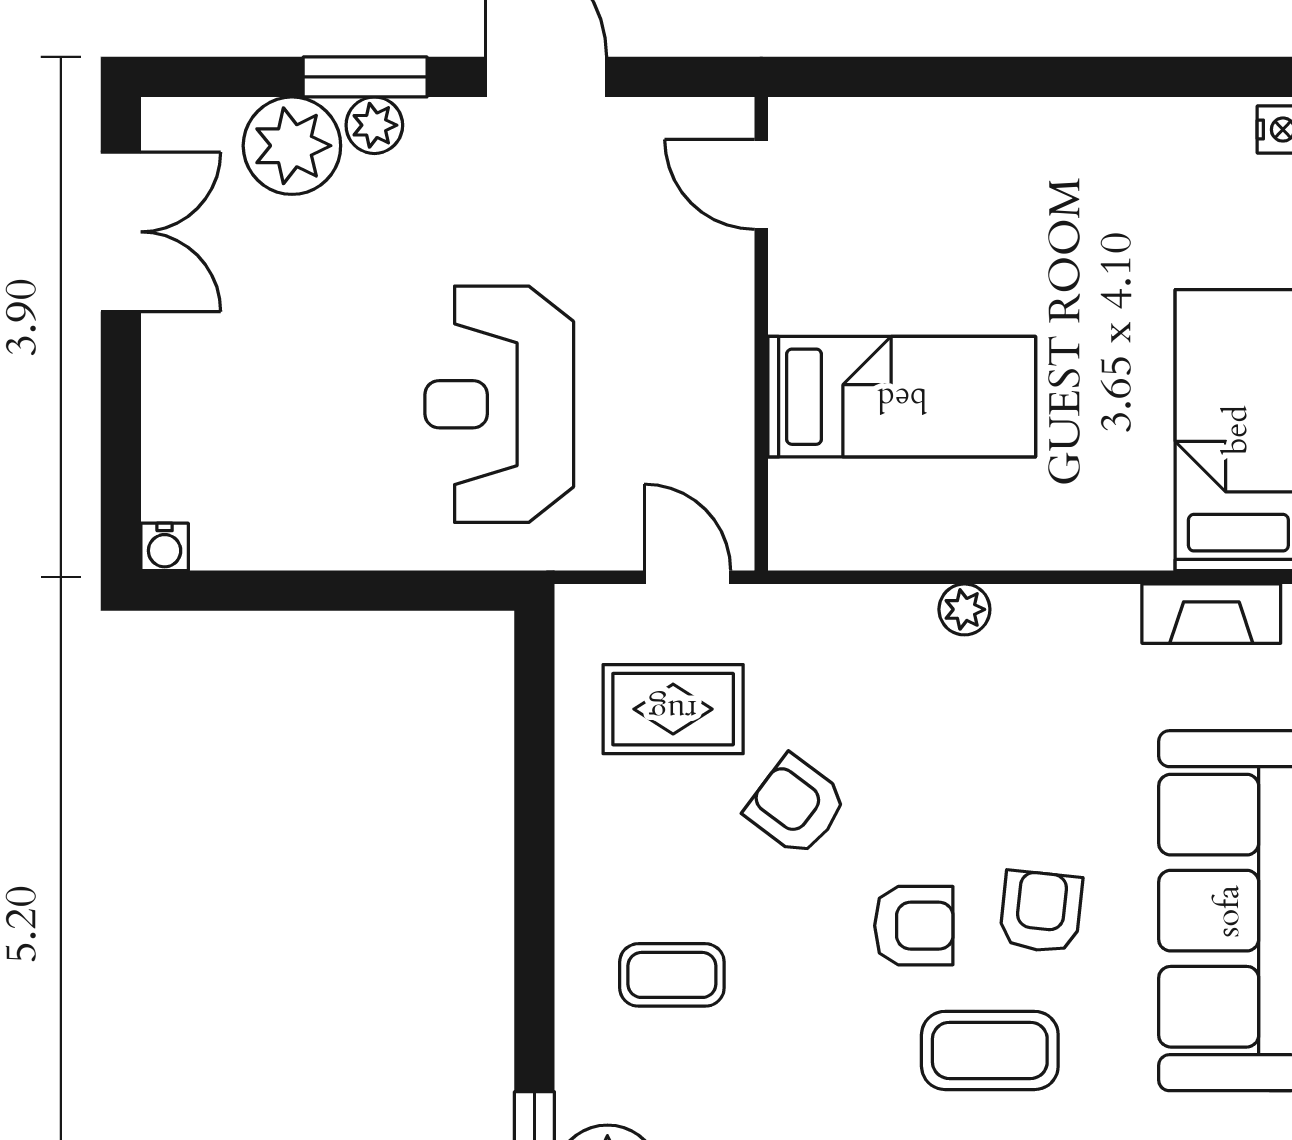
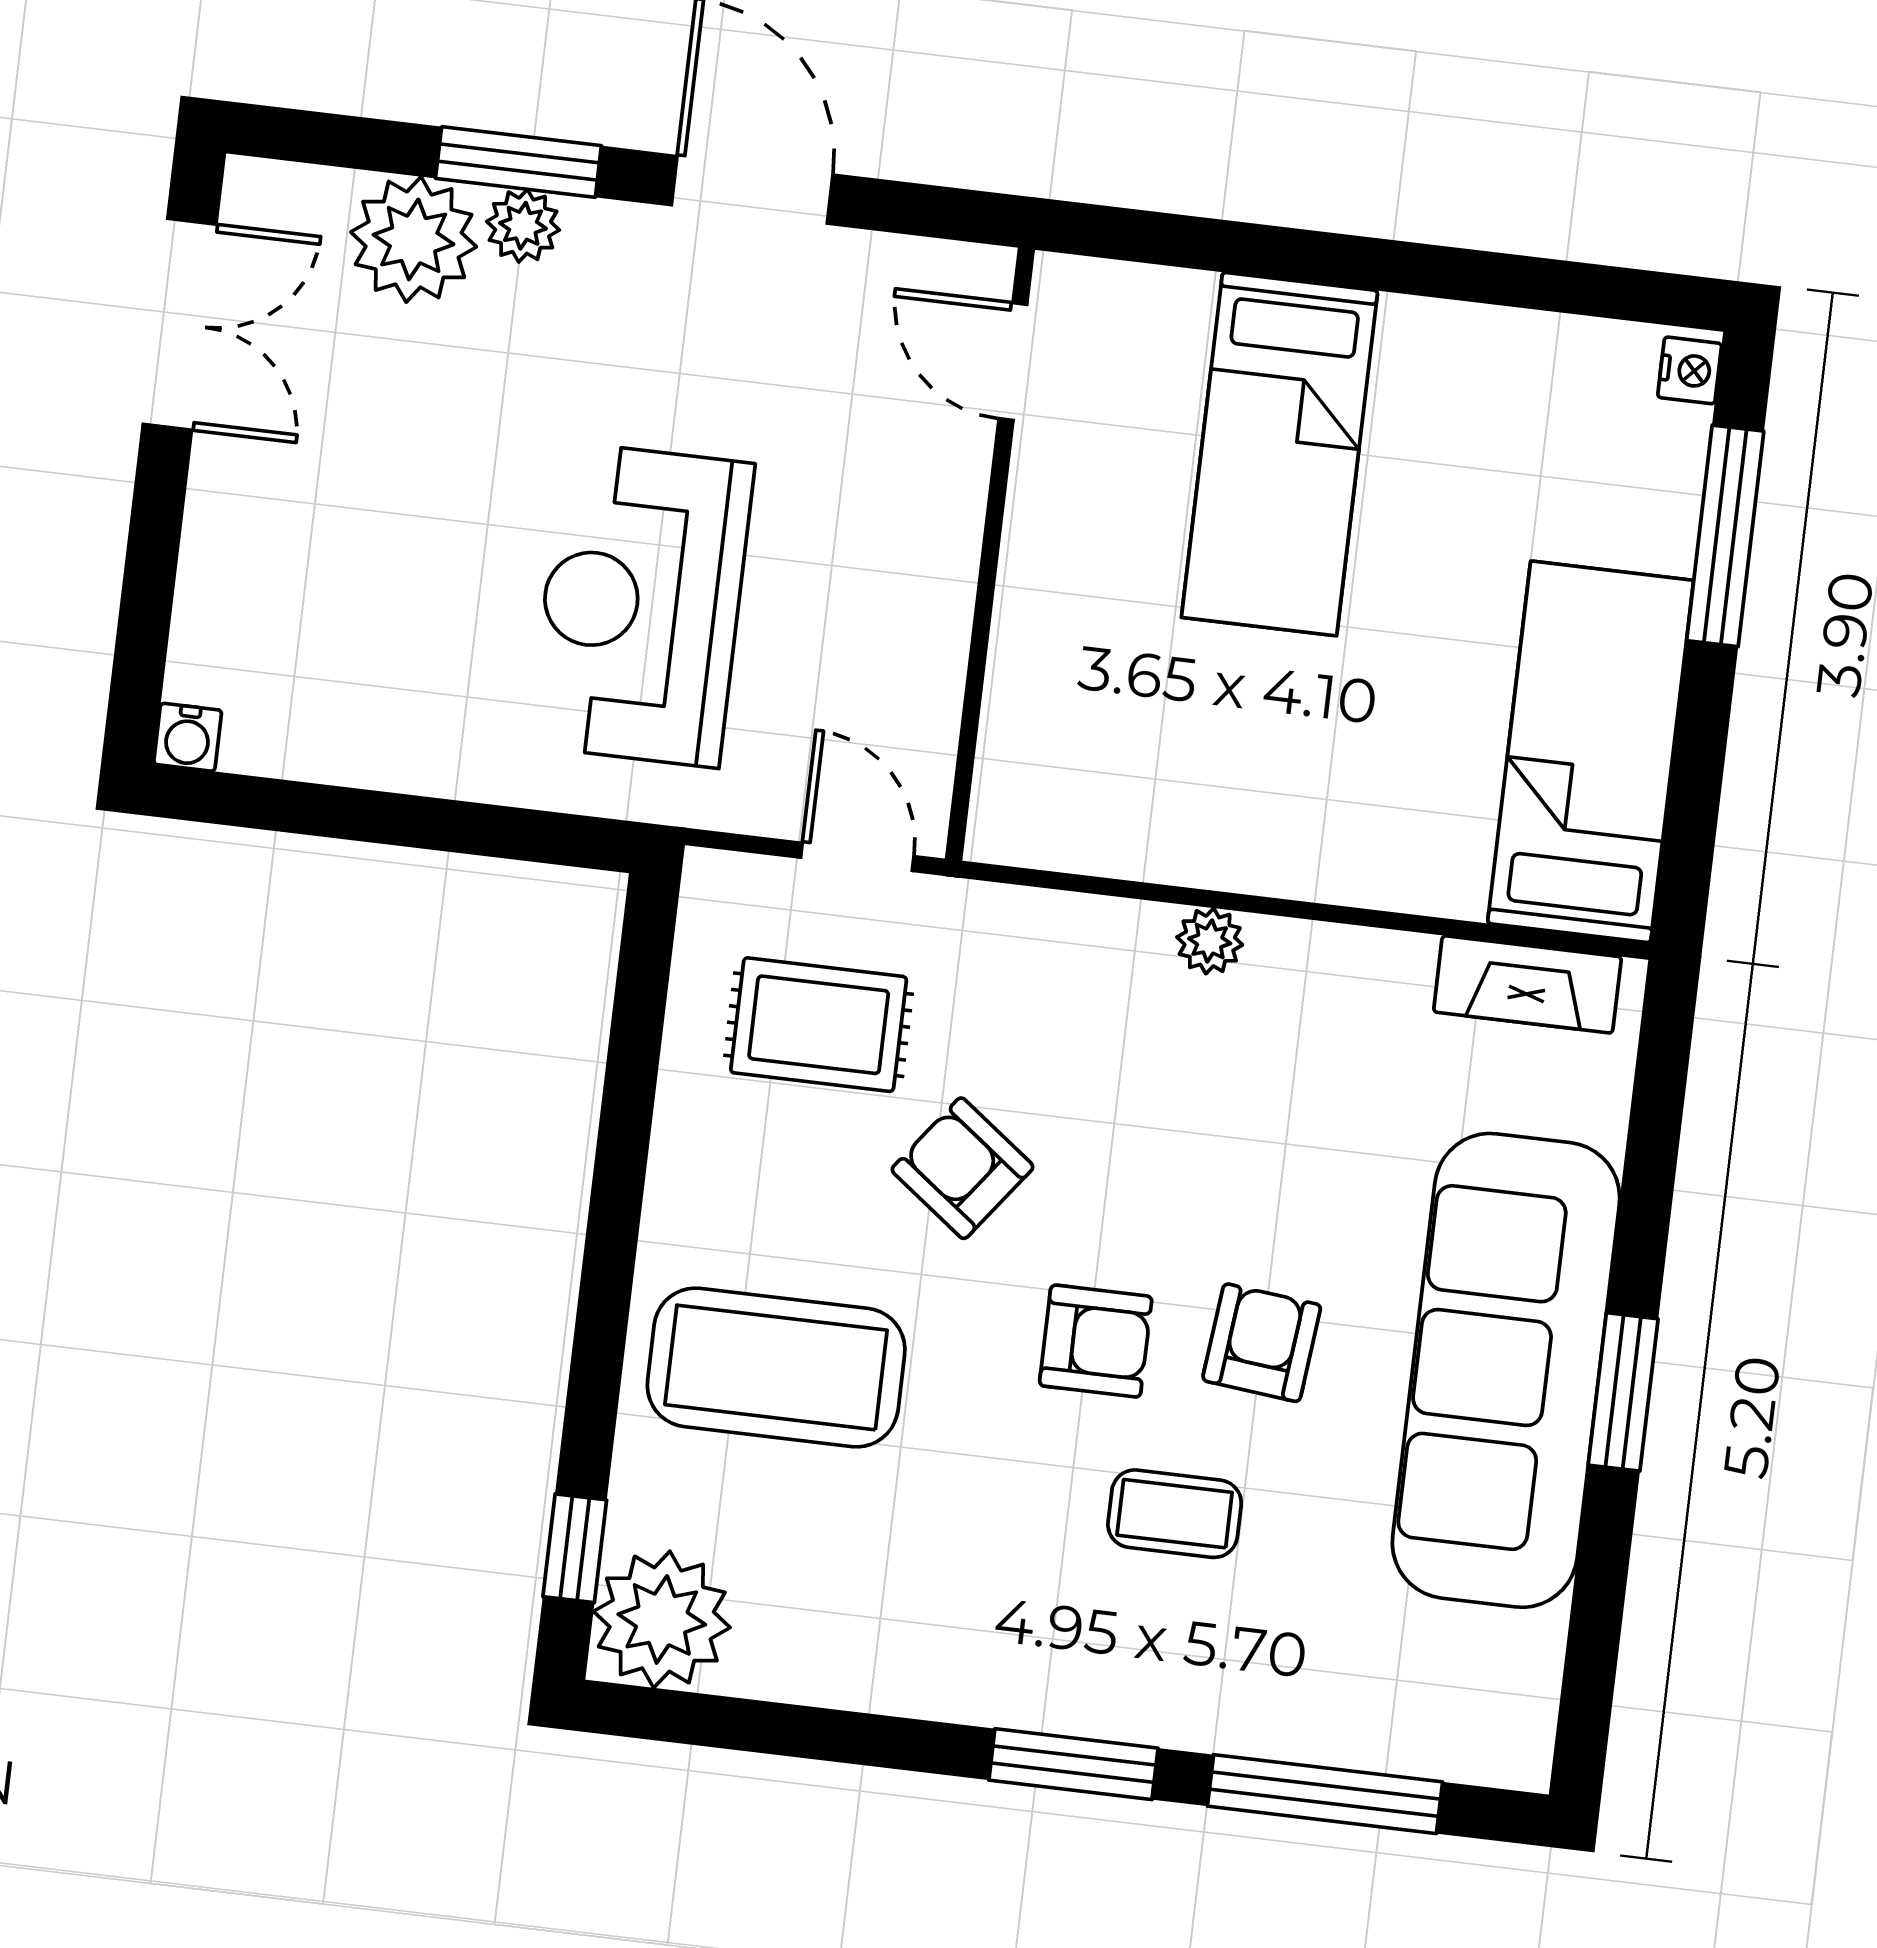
bed: (902, 397) -> (1280, 454), moved, turned 90
coffee table: (672, 975) -> (776, 1367), width x1.86, depth x1.72
coffee table: (990, 1050) -> (1175, 1514), width x0.73, depth x0.77

